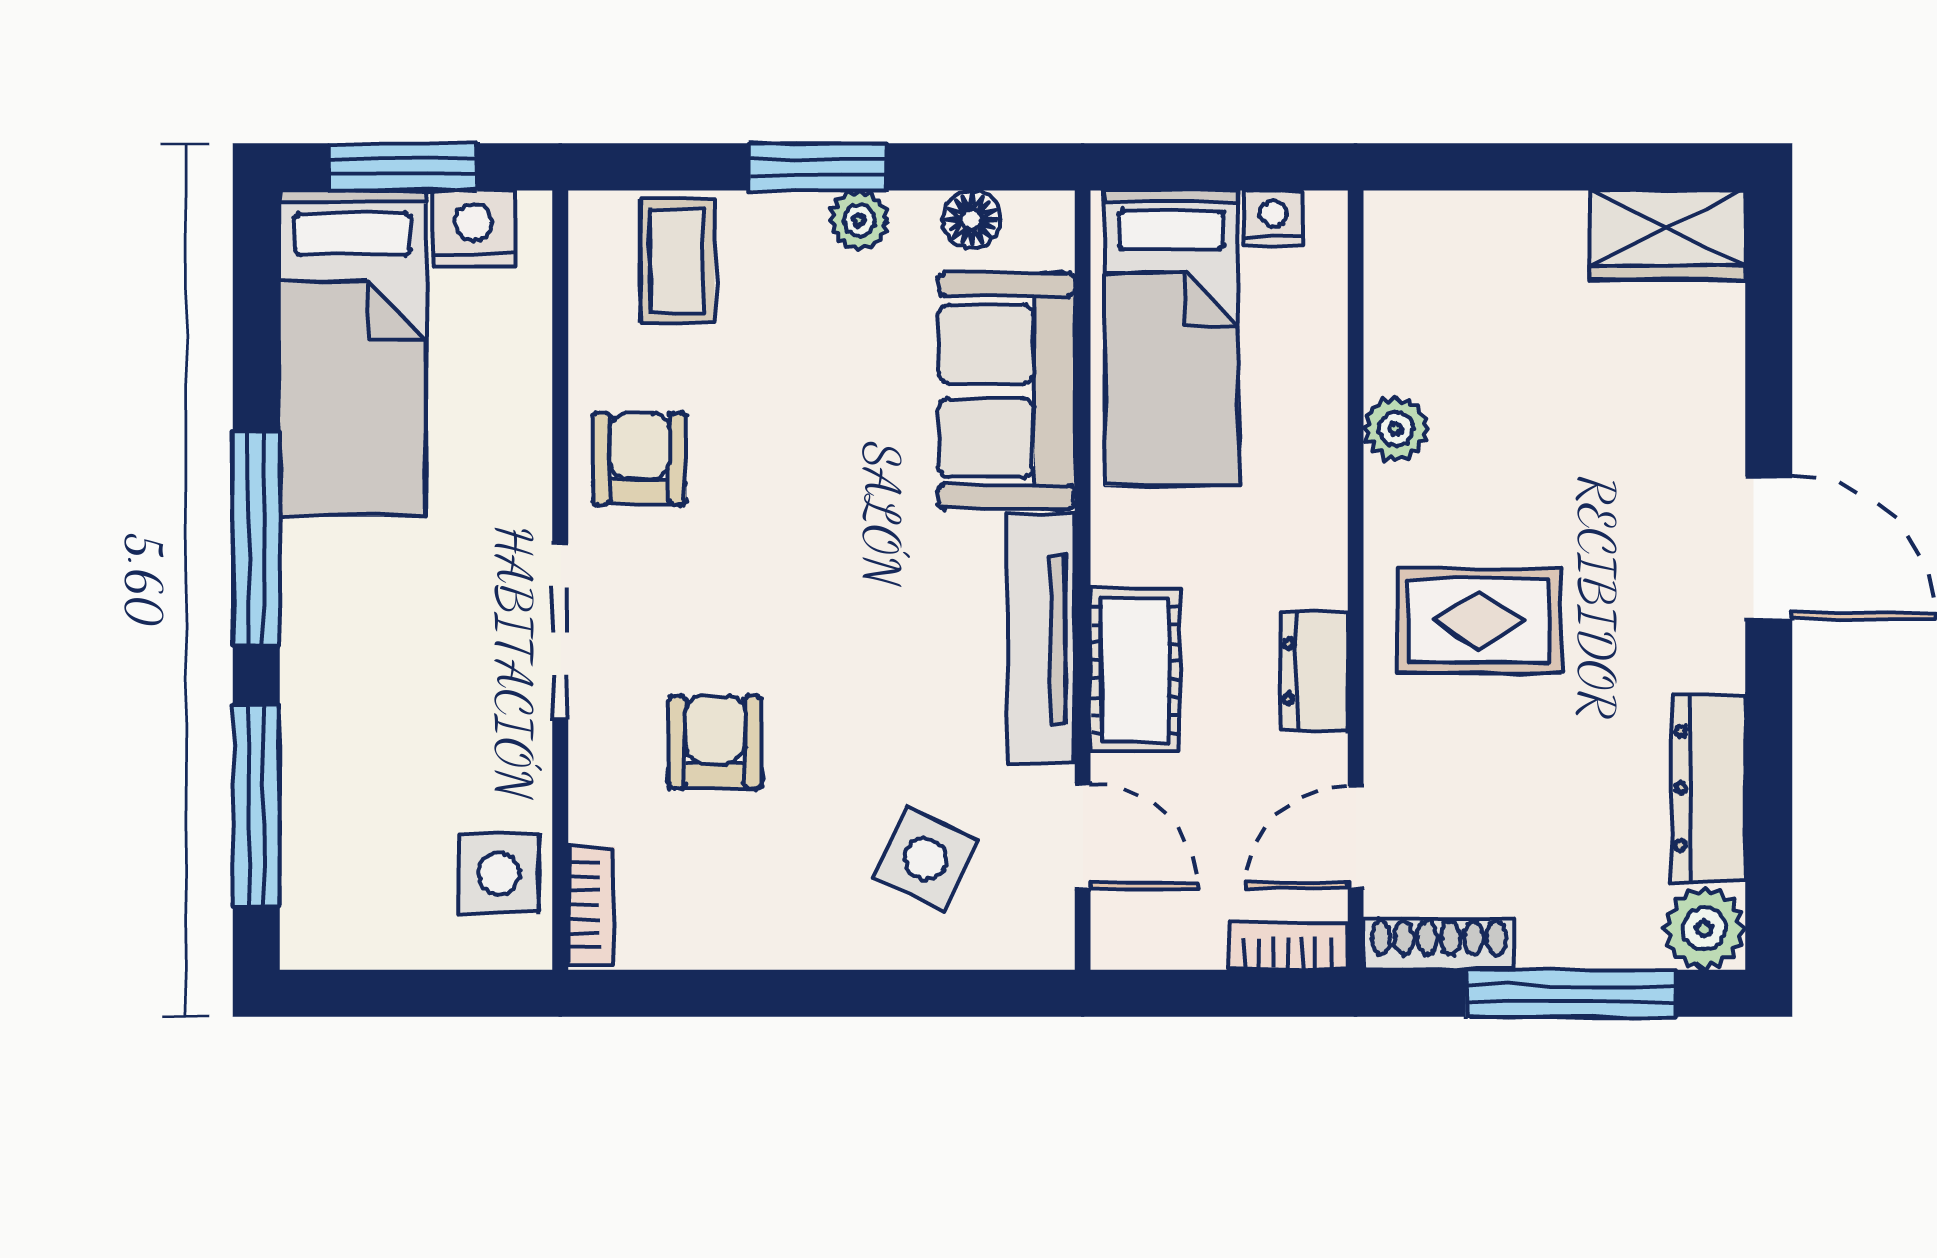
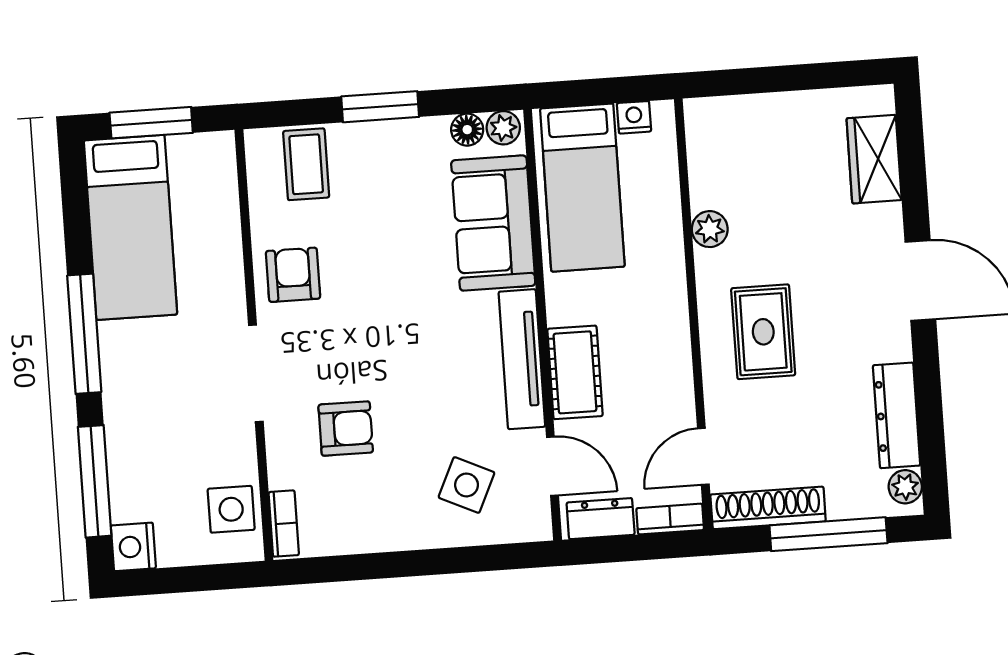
plant: (859, 220) -> (503, 128), moved
nightstand: (474, 228) -> (133, 547), moved, turned -90
wardrobe: (1668, 235) -> (874, 159), moved, turned 90
rug: (1479, 621) -> (763, 332), turned 90
dresser: (1314, 671) -> (601, 519), moved, turned 90
armchair: (715, 742) -> (346, 428), turned 90
plant: (1704, 929) -> (905, 487), width x0.73, depth x0.73
shoe rack: (1439, 944) -> (768, 508), width x1.36, depth x1.24

